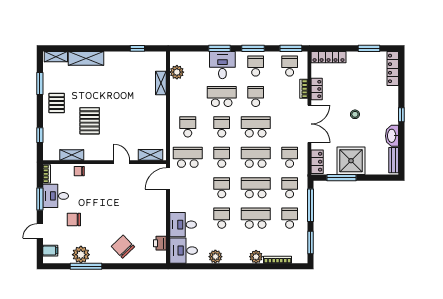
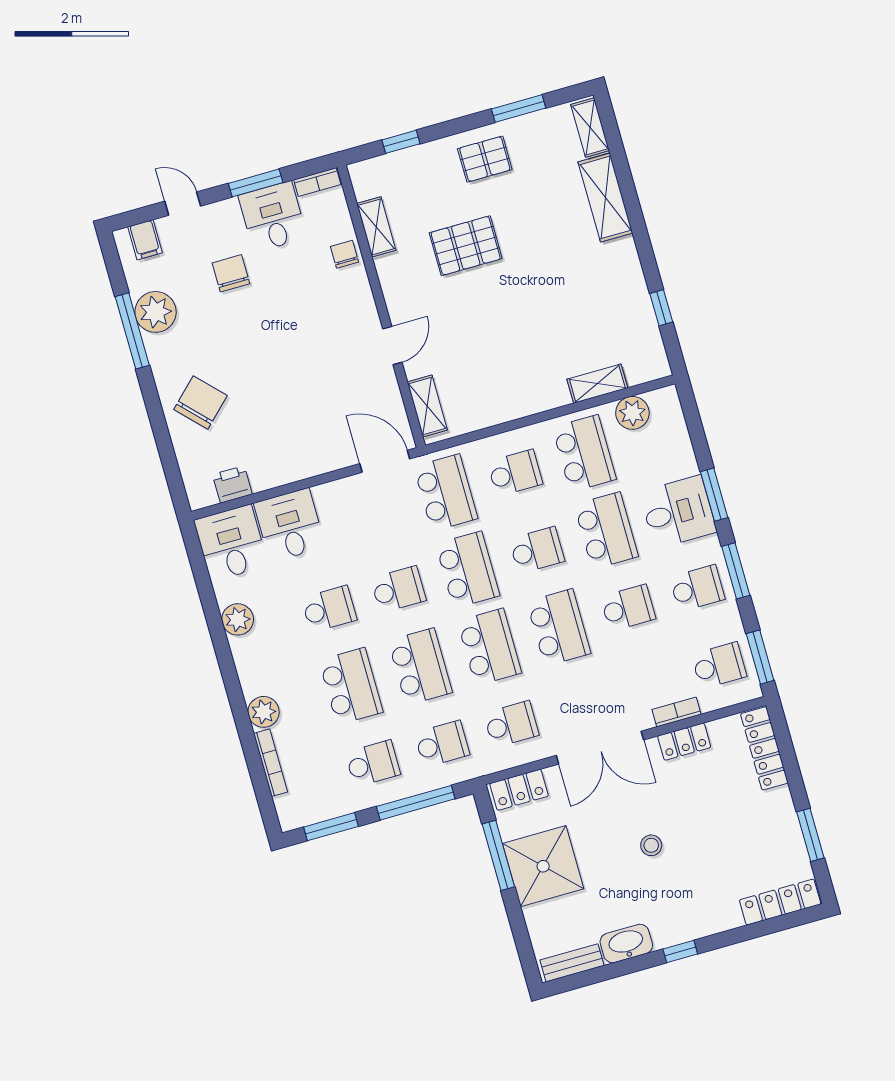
school desk: (188, 96) -> (584, 453), added
school desk: (222, 157) -> (468, 570), width x1.85

